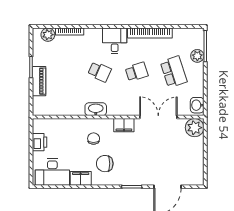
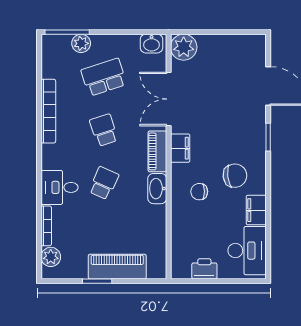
desk: (115, 41) -> (59, 187), moved
piano: (39, 81) -> (117, 267), width x1.37, depth x1.33
piano: (122, 109) -> (157, 151), added
chair: (105, 164) -> (235, 176), turned -97

